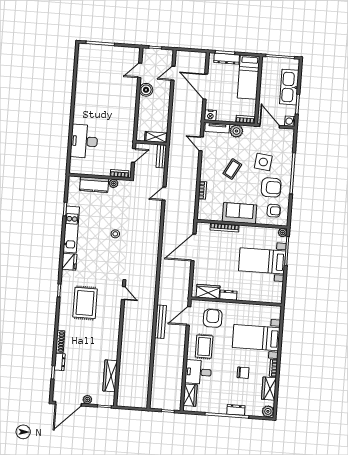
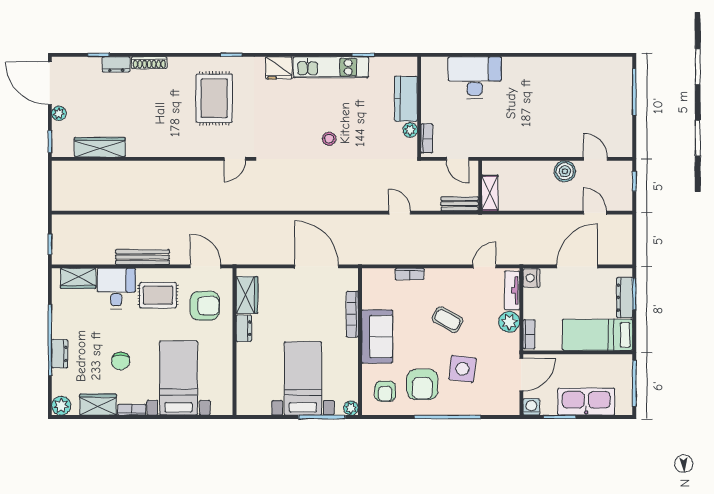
rug: (85, 303) -> (214, 98), turned 90
bench: (160, 322) -> (142, 257), moved

